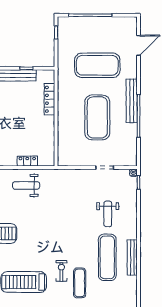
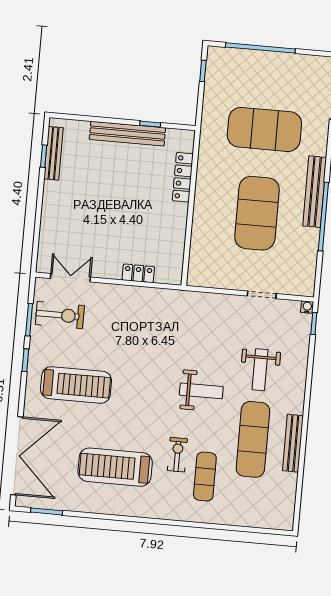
weight bench: (26, 185) -> (201, 391), moved, turned 180

